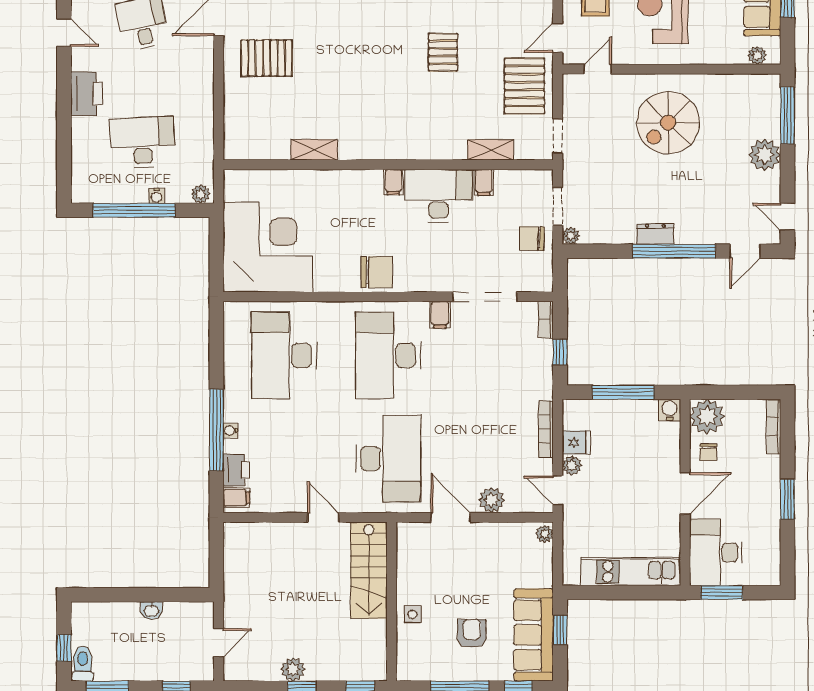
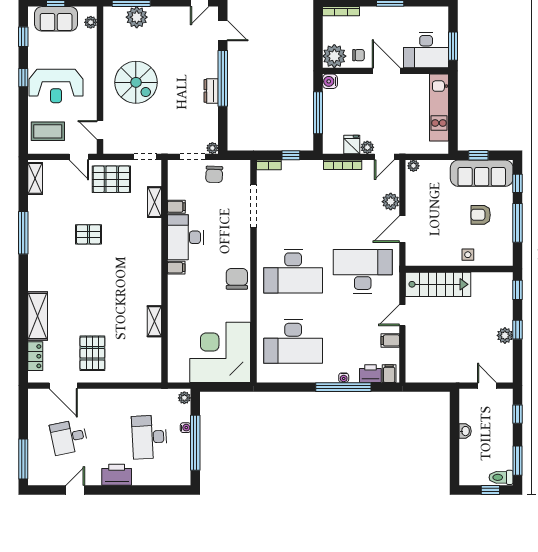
plant: (765, 155) -> (137, 17), moved
filing cabinet: (440, 315) -> (390, 340), moved, turned 180

